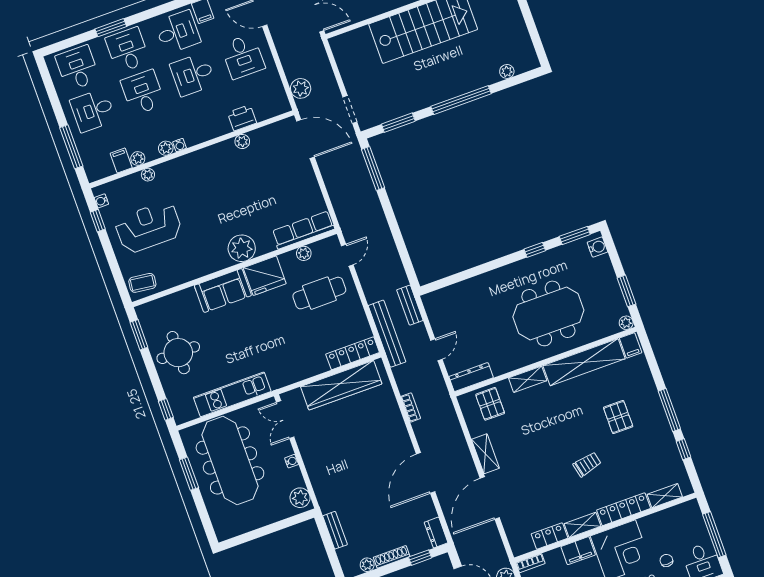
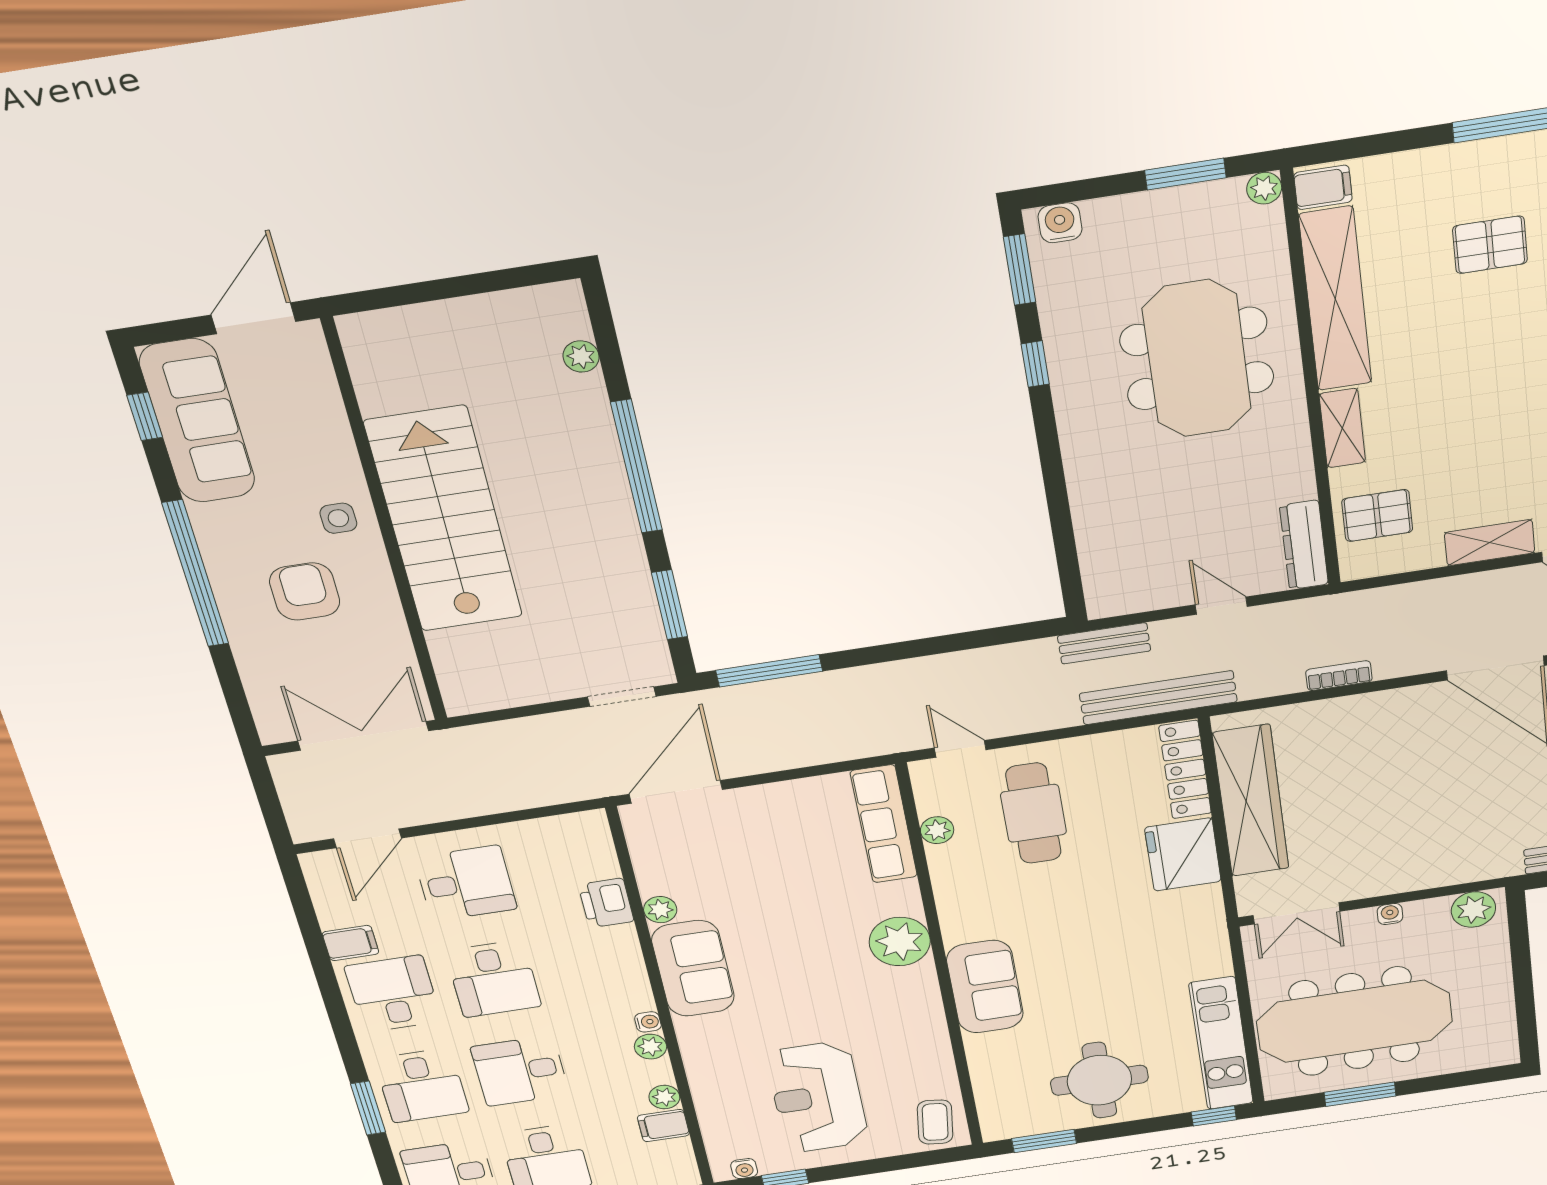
desk: (128, 50) -> (422, 1086), turned -90
plant: (301, 88) -> (556, 785), removed
sofa: (212, 160) -> (693, 968), added
plant: (148, 175) -> (703, 1084), removed
fridge: (265, 276) -> (1183, 854), moved, turned 180
kitchen unit: (232, 394) -> (1221, 1043), moved

